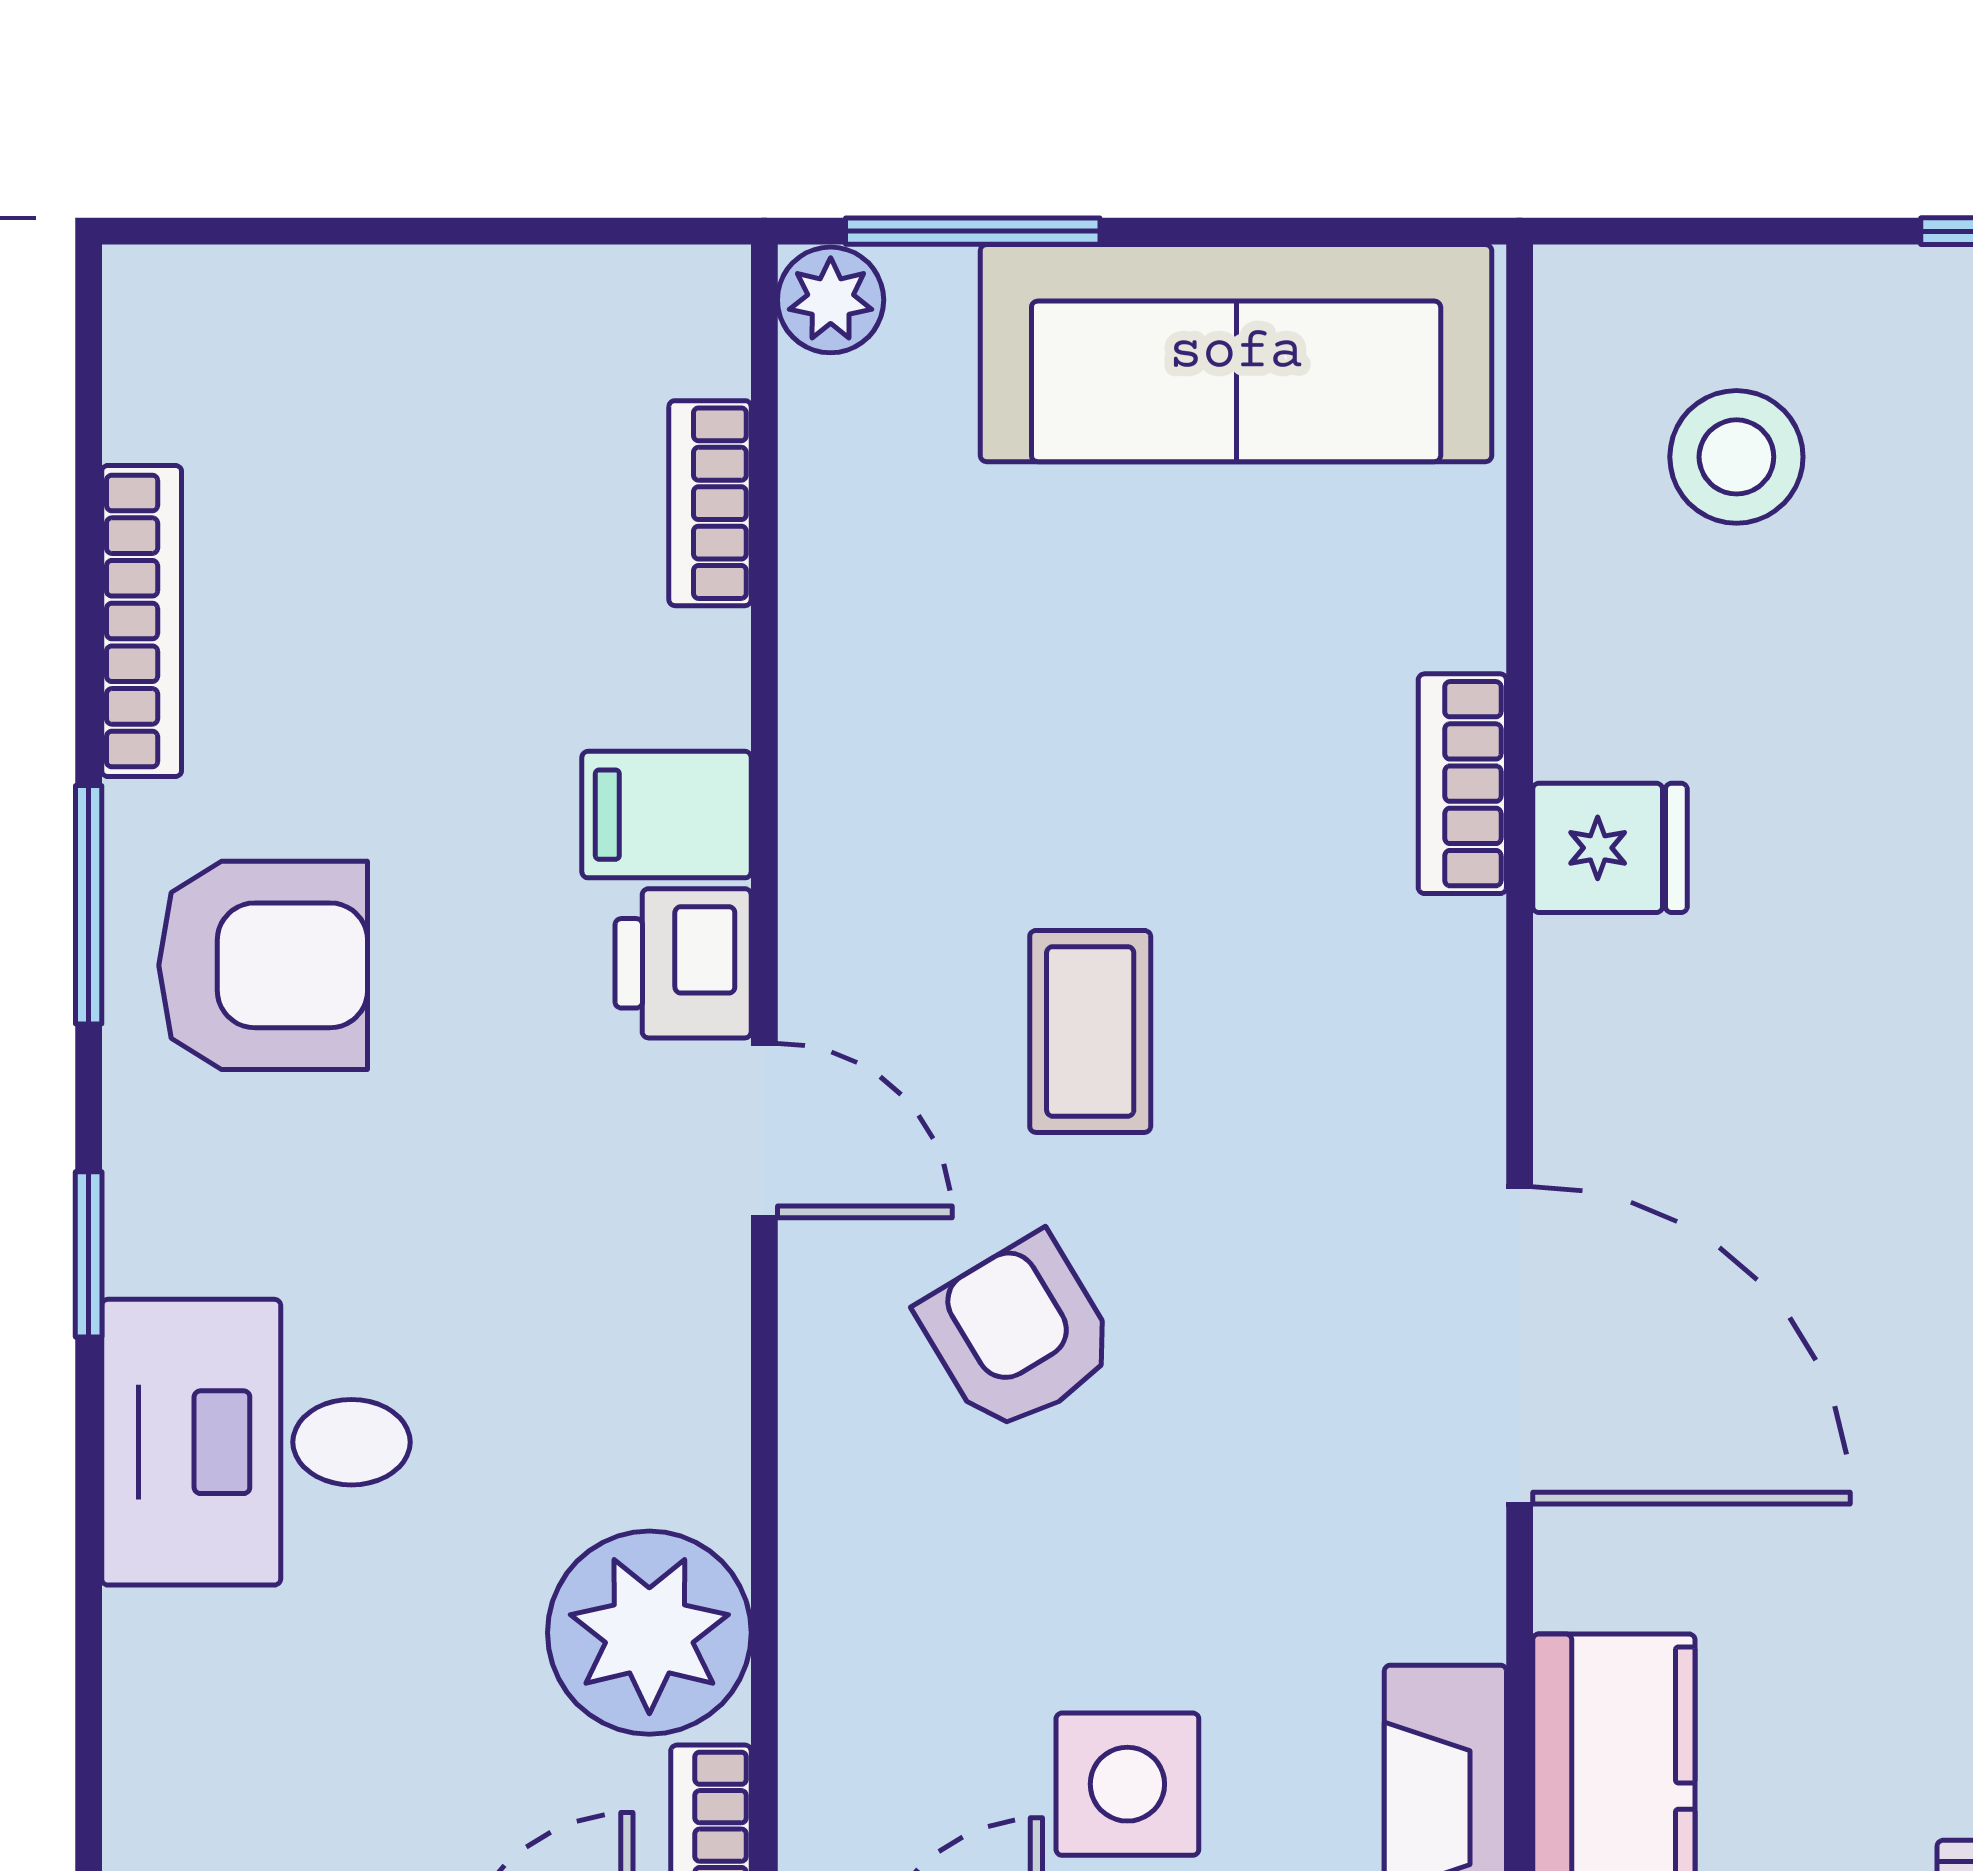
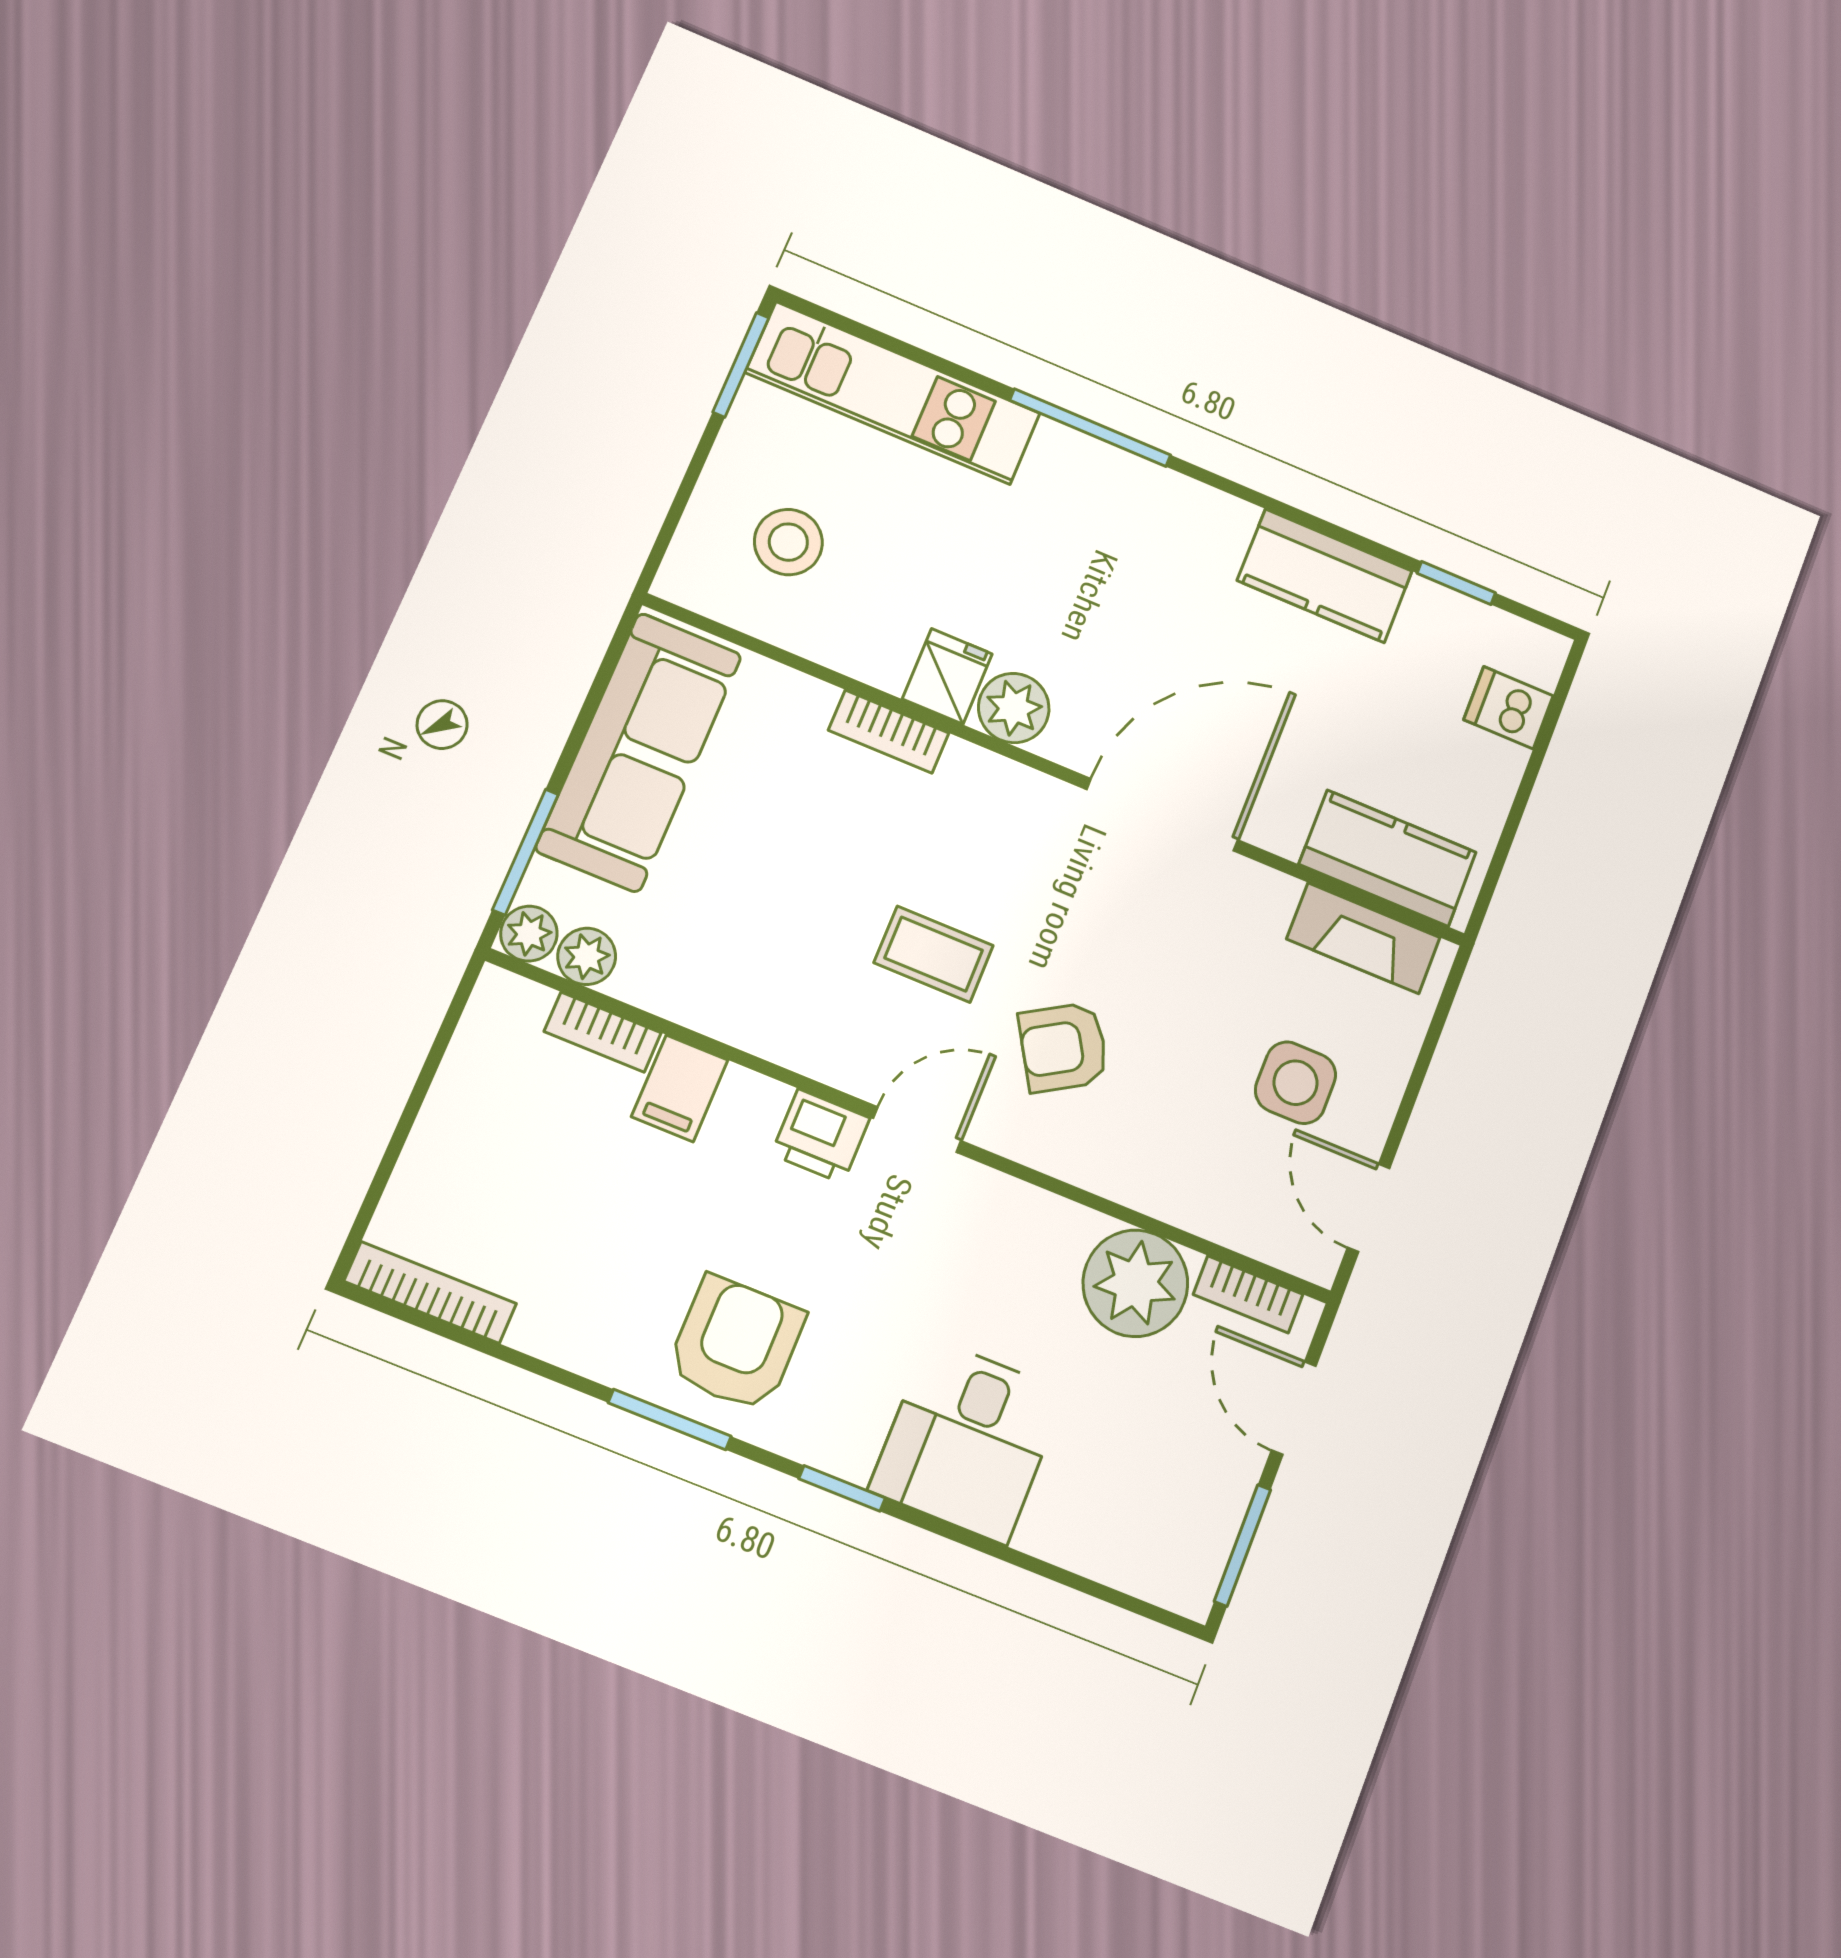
plant: (832, 418) -> (587, 956), added
bookcase: (142, 621) -> (430, 1292), moved
filing cabinet: (666, 815) -> (680, 1088), moved
plant: (1603, 993) -> (1014, 708), added

